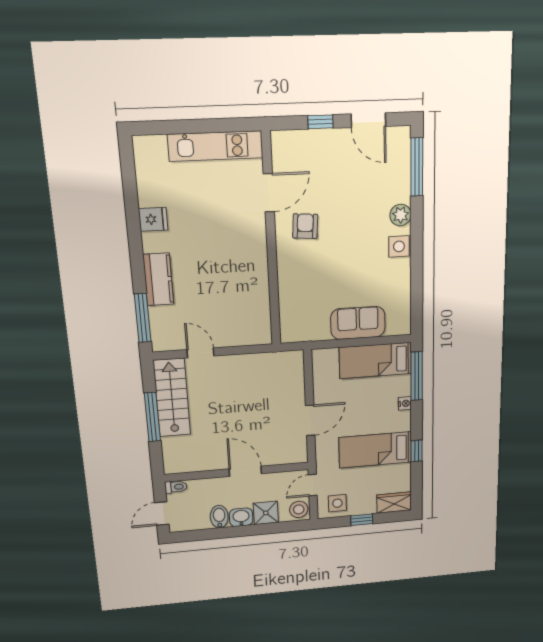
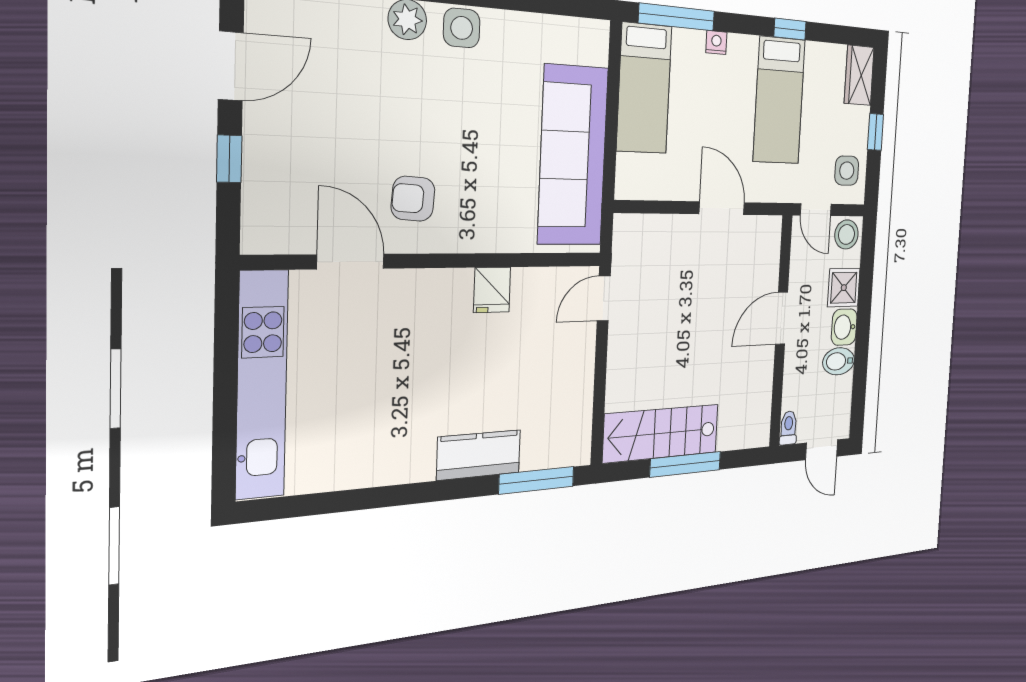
kitchen unit: (216, 146) -> (262, 385), width x1.36
fridge: (153, 219) -> (492, 290), moved, turned 180
sofa: (358, 323) -> (573, 156), width x1.85, depth x1.27
door: (200, 353) -> (604, 298), moved

